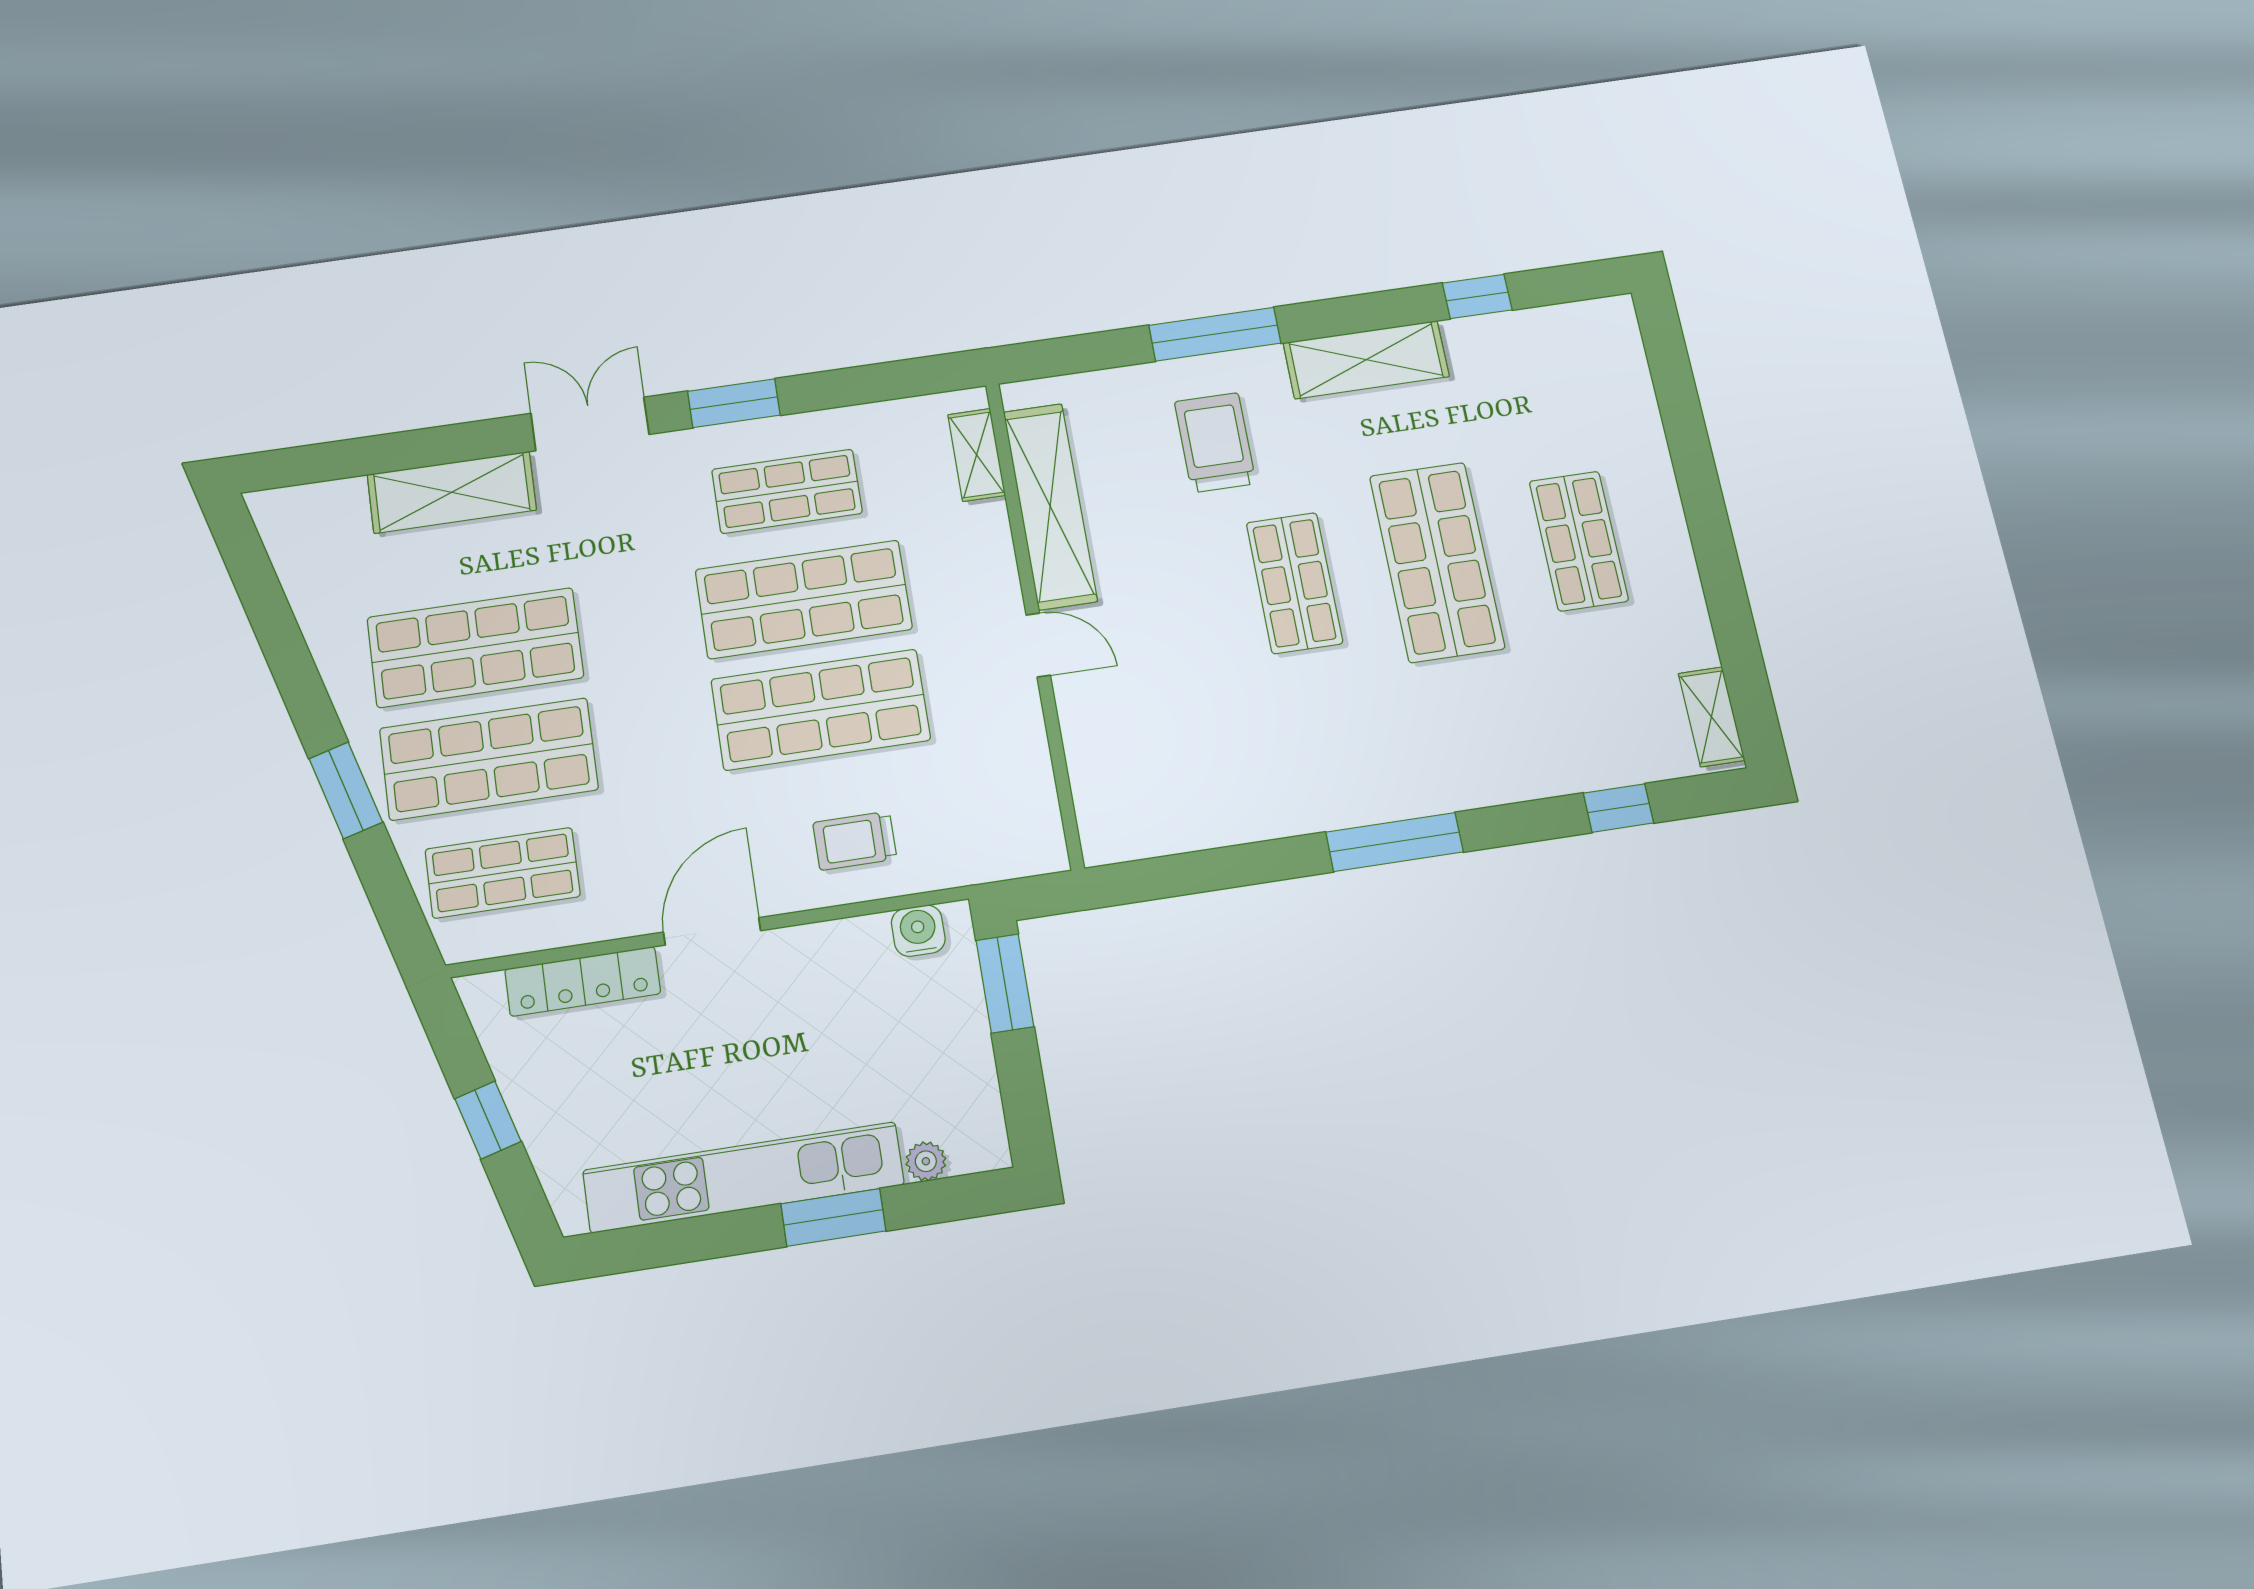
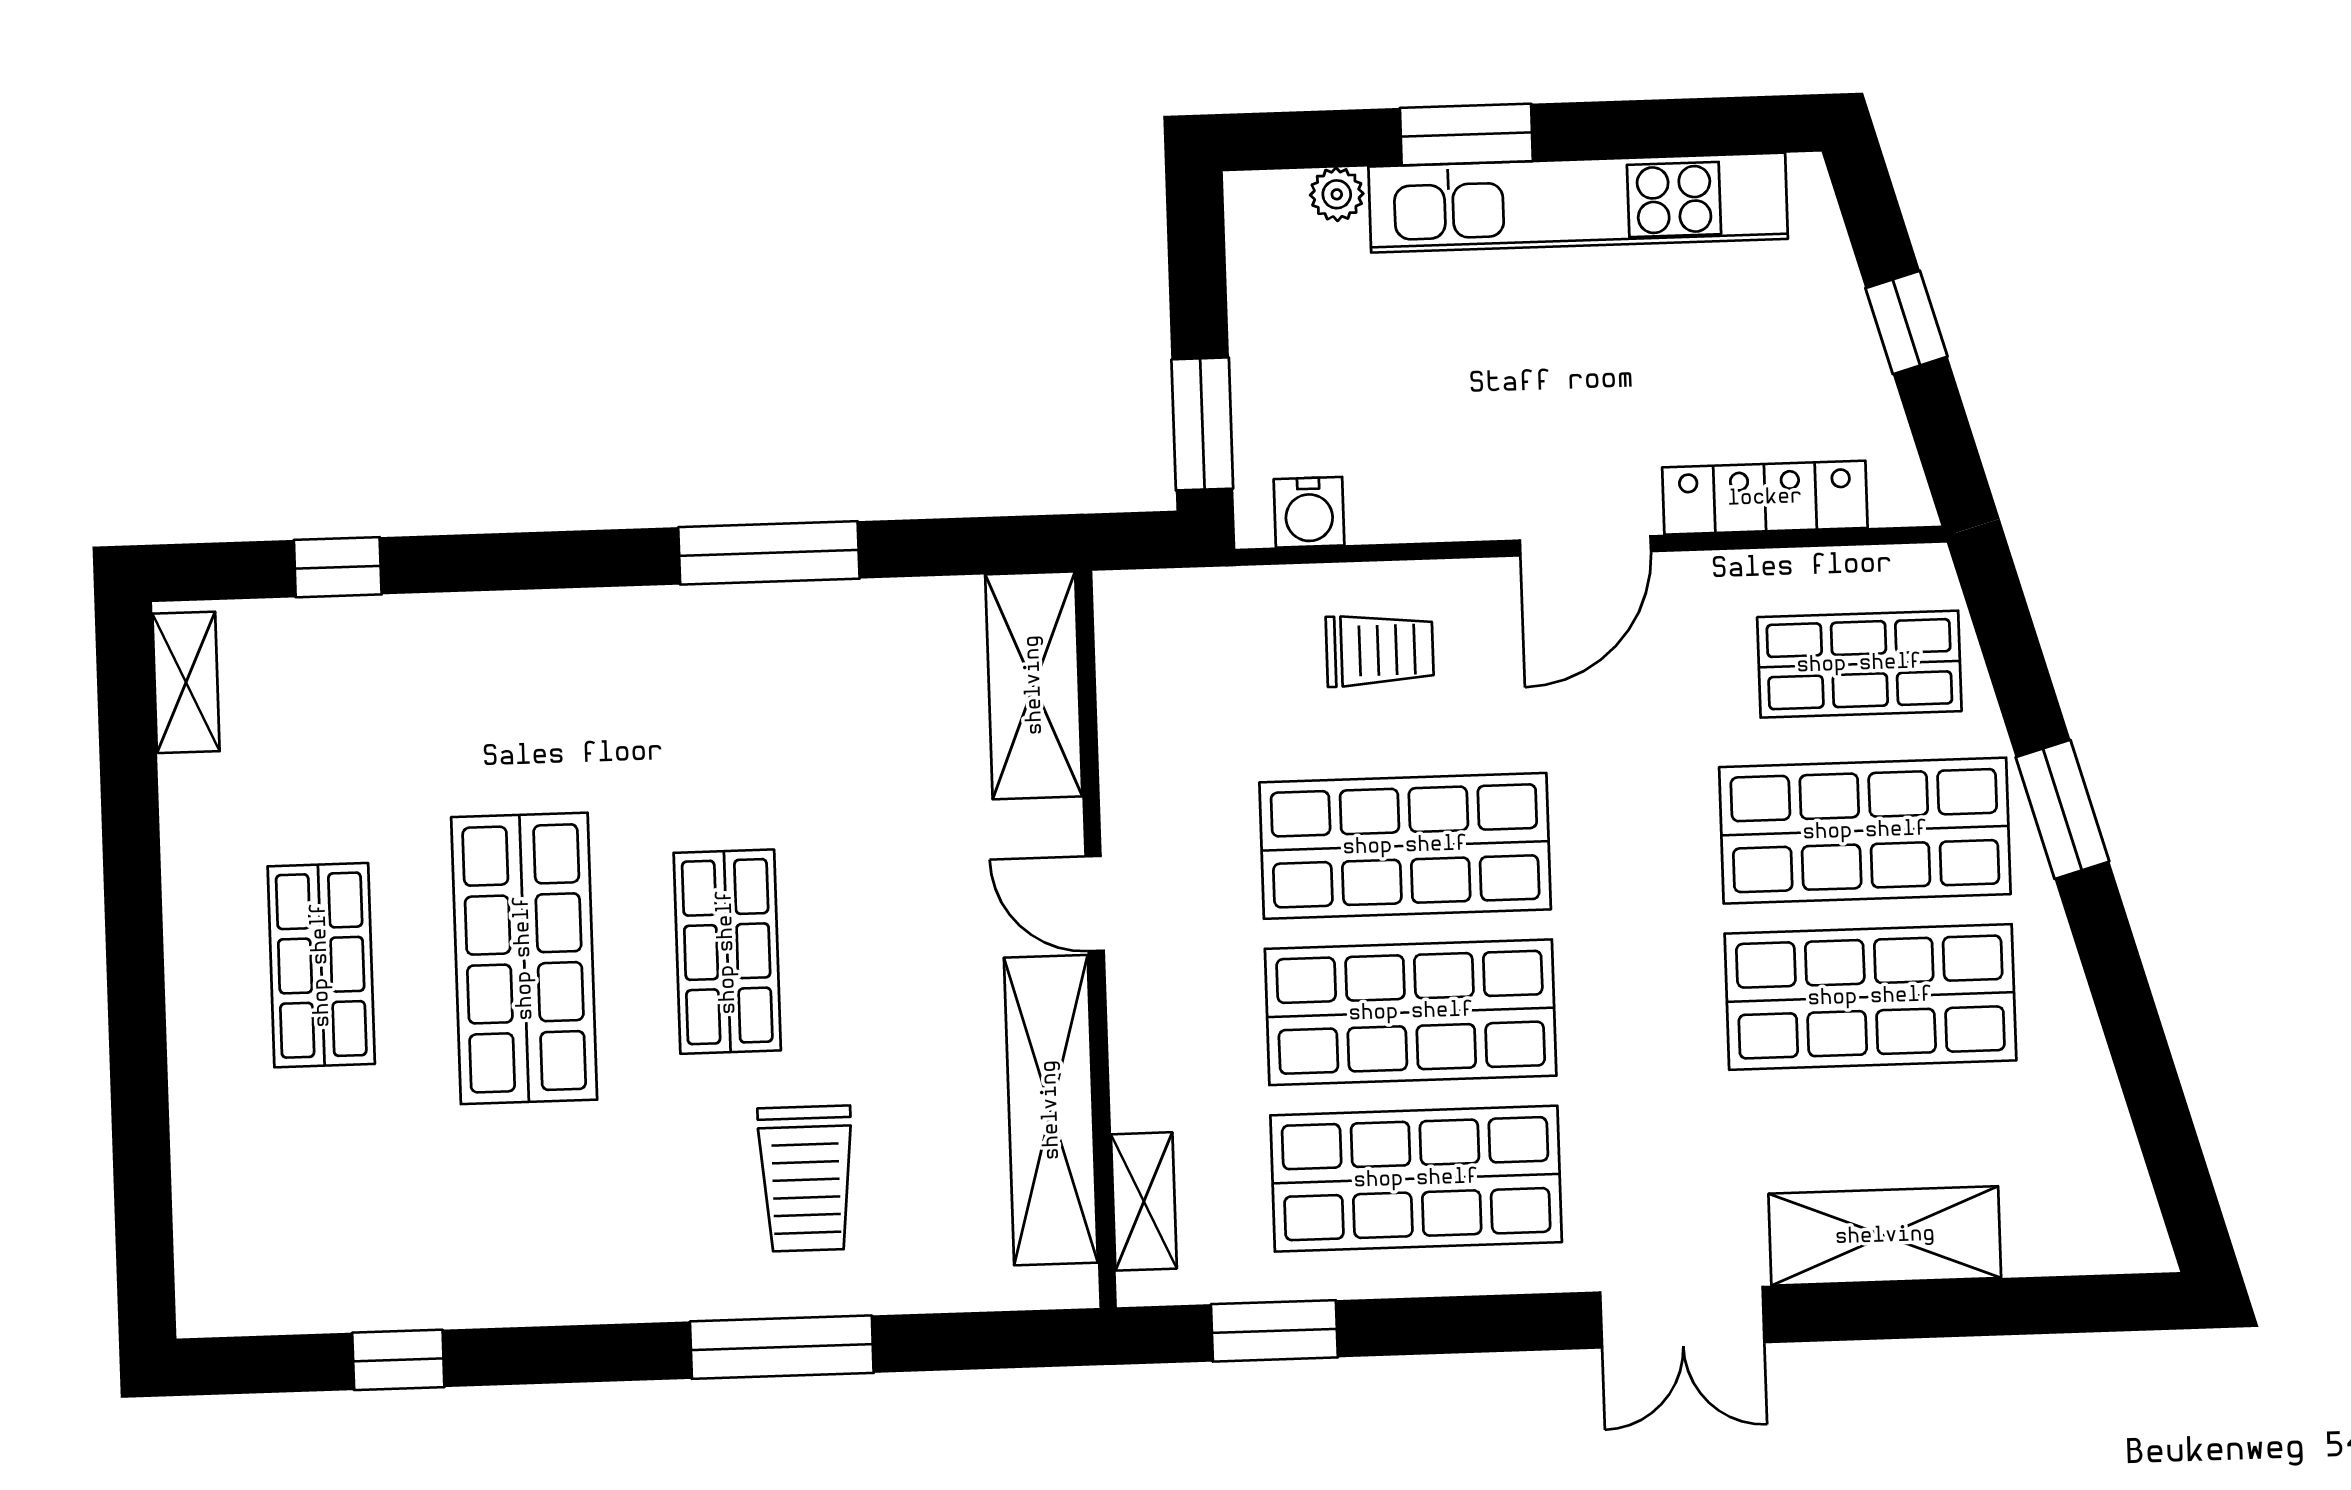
shelving: (1366, 360) -> (1034, 685), moved, turned 90
window: (734, 403) -> (1274, 1331), moved
shop shelf: (787, 491) -> (1416, 1179), width x1.43, depth x1.36
window: (1394, 842) -> (769, 553), moved

